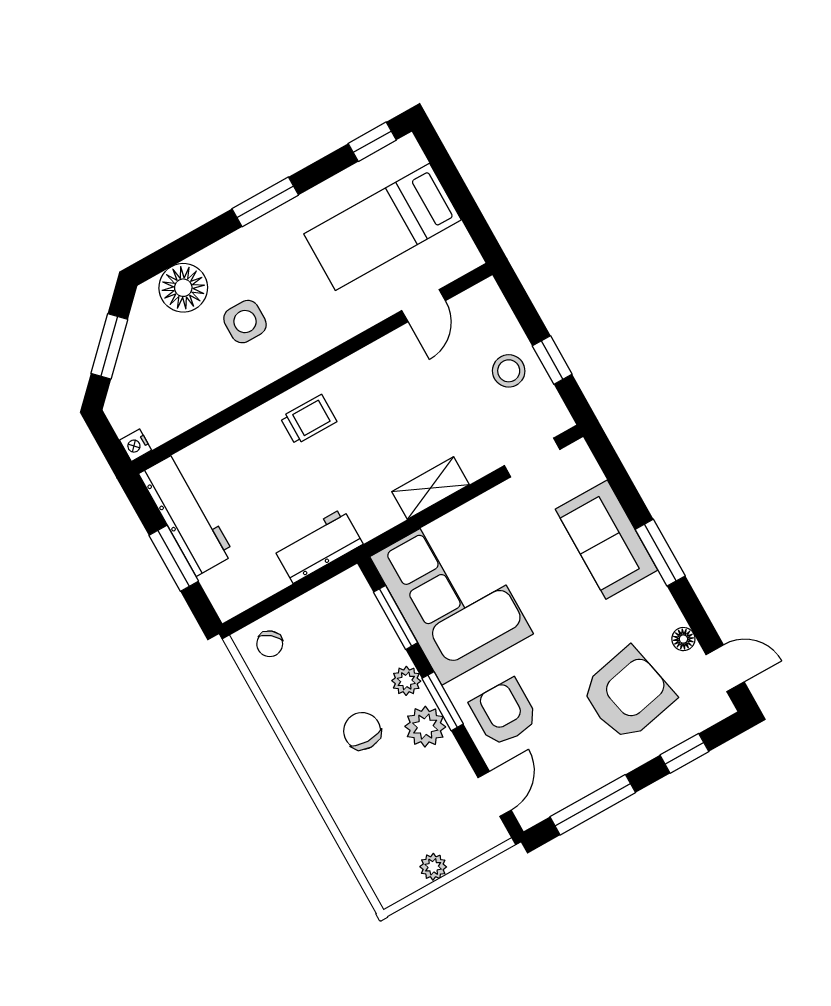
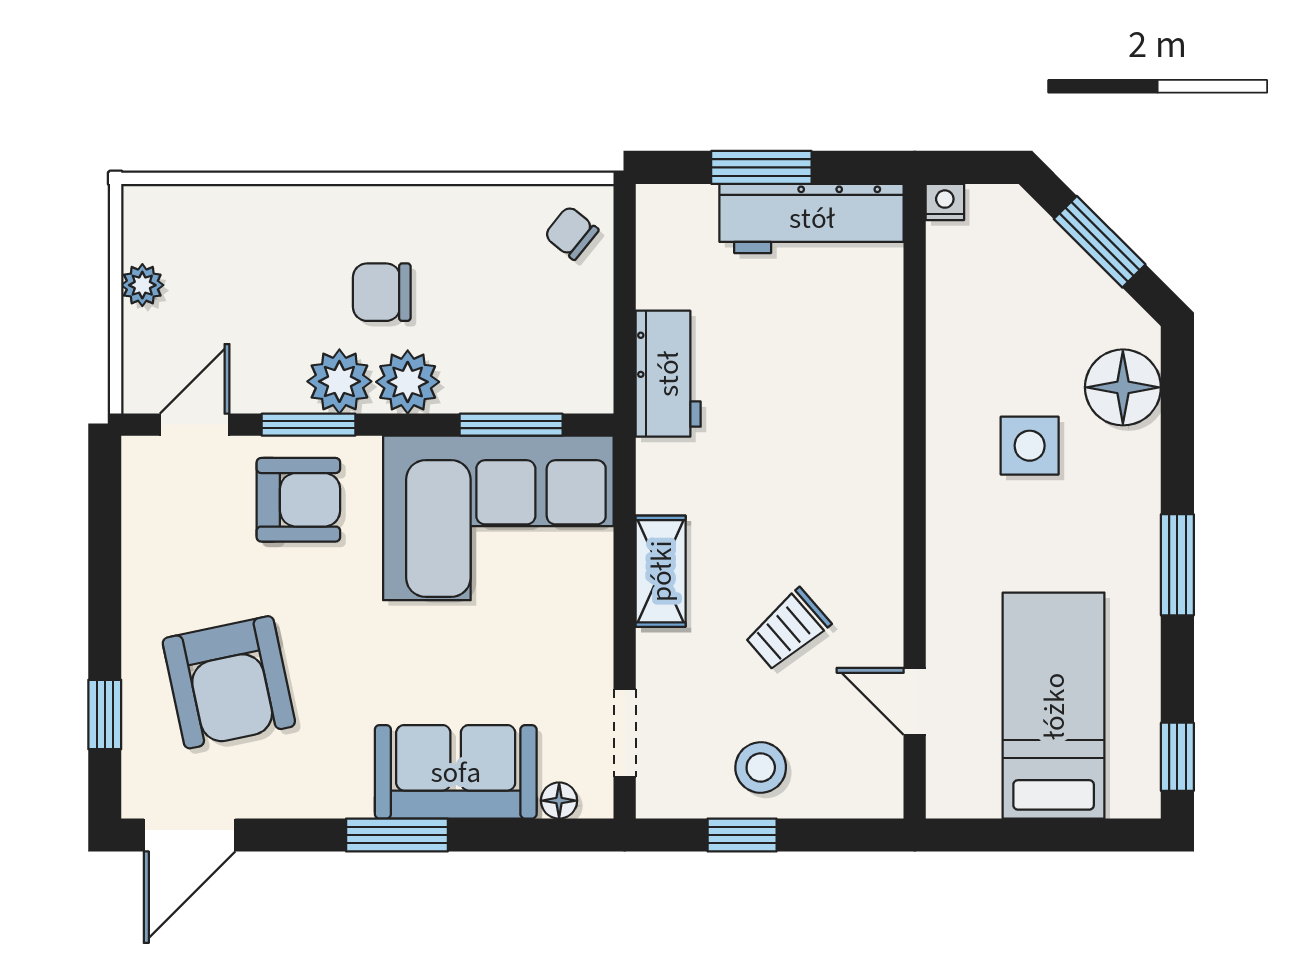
trolley: (308, 420) -> (788, 630), moved, turned 49
floor lamp: (683, 639) -> (559, 801), moved
door: (725, 668) -> (190, 835), width x1.38
plant: (406, 681) -> (408, 382), width x1.38, depth x1.38
window: (443, 701) -> (308, 425), moved
chair: (362, 731) -> (382, 292), turned 180
door: (495, 794) -> (195, 425), swing flipped
window: (593, 805) -> (105, 550), removed

